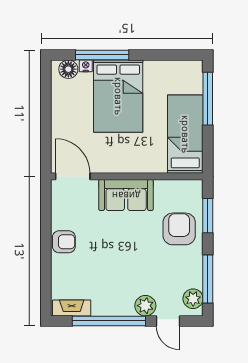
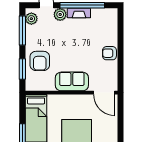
fireplace: (72, 308) -> (79, 13), moved

